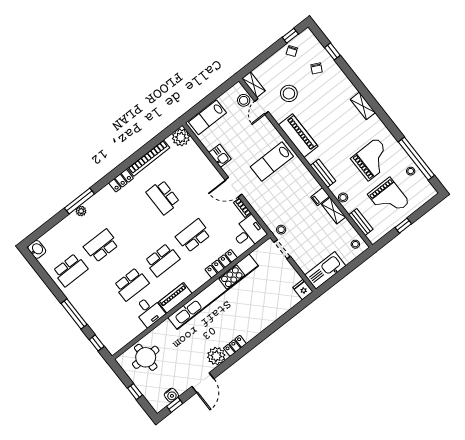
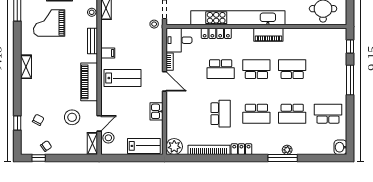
filing cabinet: (320, 197) -> (108, 53), moved
school desk: (132, 221) -> (256, 114), added
desk: (149, 311) -> (295, 40), removed

